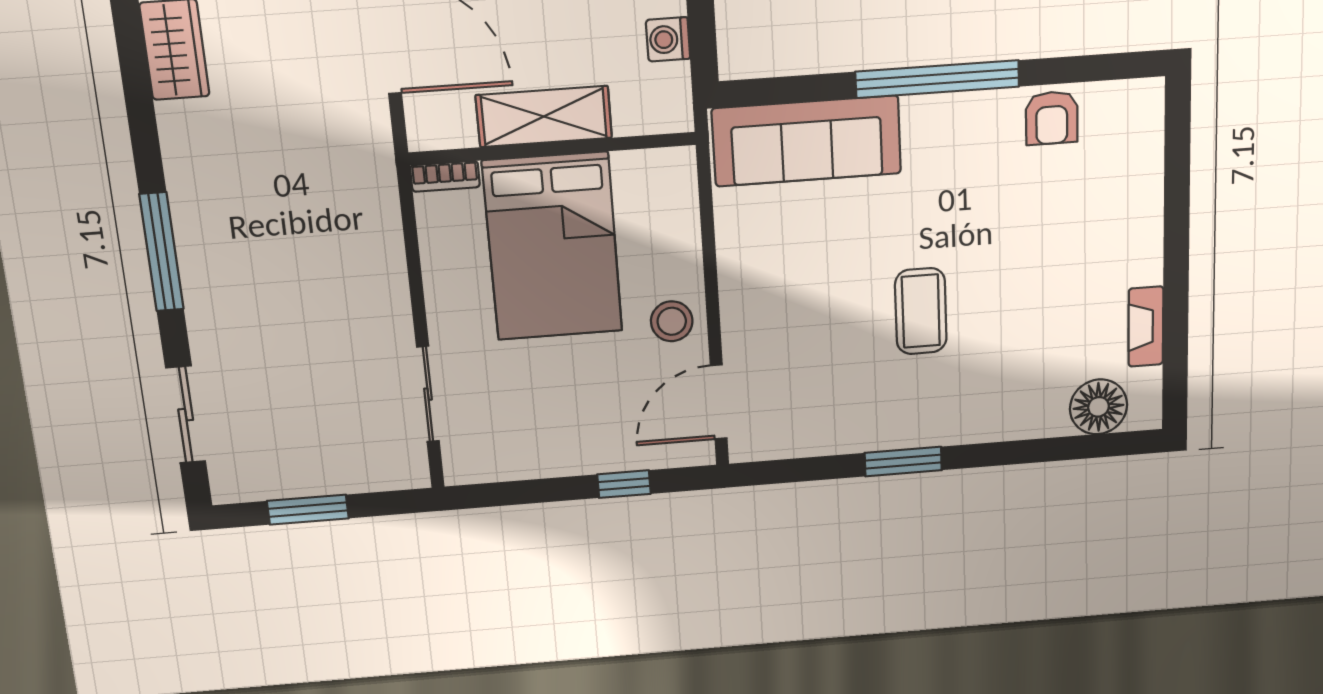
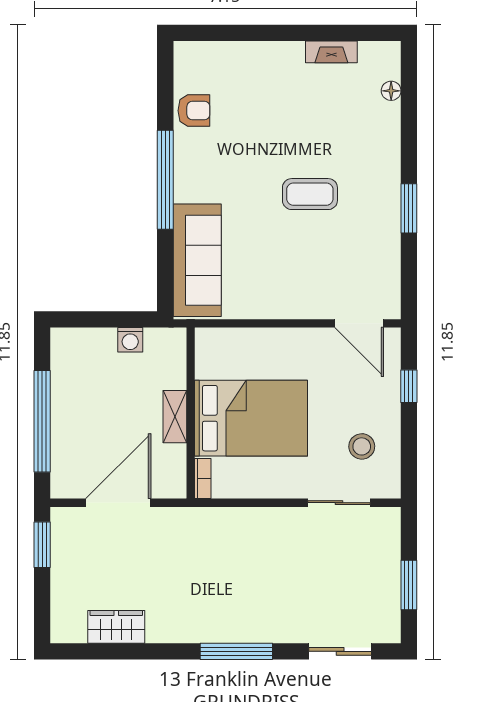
shelving: (544, 117) -> (175, 417), width x0.67, depth x0.75
stool: (672, 321) -> (362, 446), moved
floor lamp: (1099, 407) -> (391, 91), width x0.53, depth x0.53

